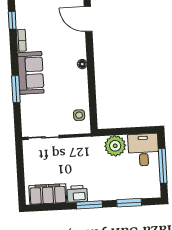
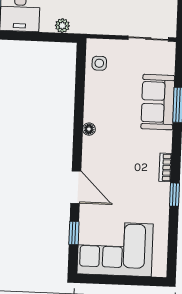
sofa: (31, 73) -> (158, 102), moved
plant: (115, 146) -> (62, 26), width x0.53, depth x0.53

